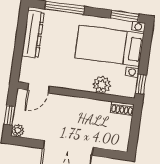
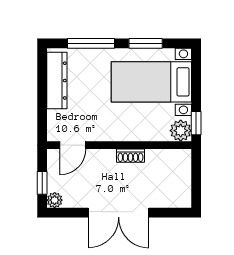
window: (125, 16) -> (146, 43), moved
plant: (102, 85) -> (181, 131), moved
shoe rack: (122, 108) -> (130, 156), moved

